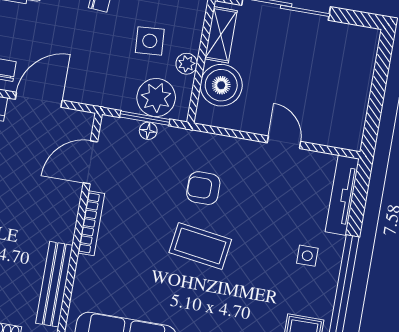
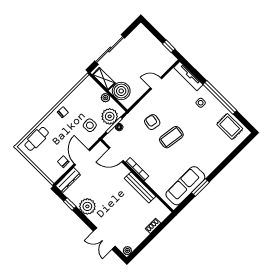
side table: (150, 41) -> (90, 125), moved
window: (373, 116) -> (169, 46), added
door: (90, 162) -> (116, 155), hinge flipped
armchair: (203, 188) -> (152, 122), turned 100
bench: (54, 284) -> (140, 187), moved

